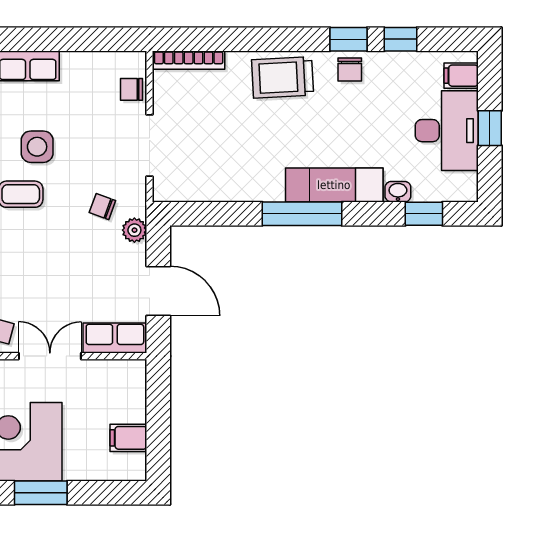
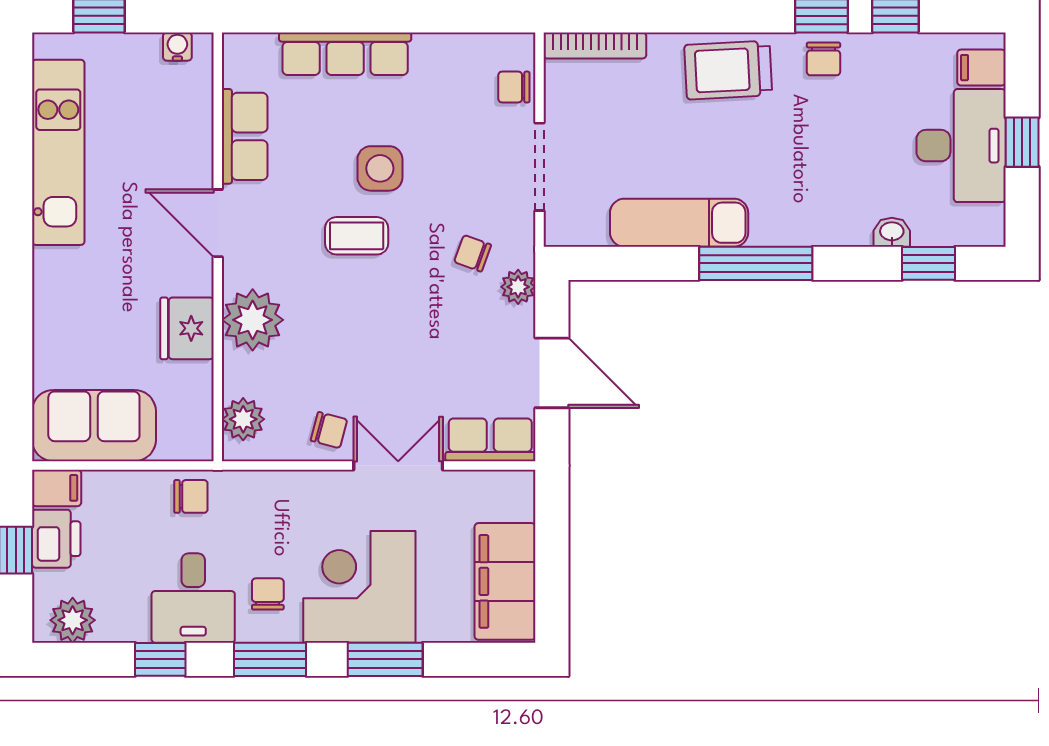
exam couch: (334, 185) -> (679, 223), moved
filing cabinet: (128, 438) -> (505, 581), width x3.00, depth x1.17

